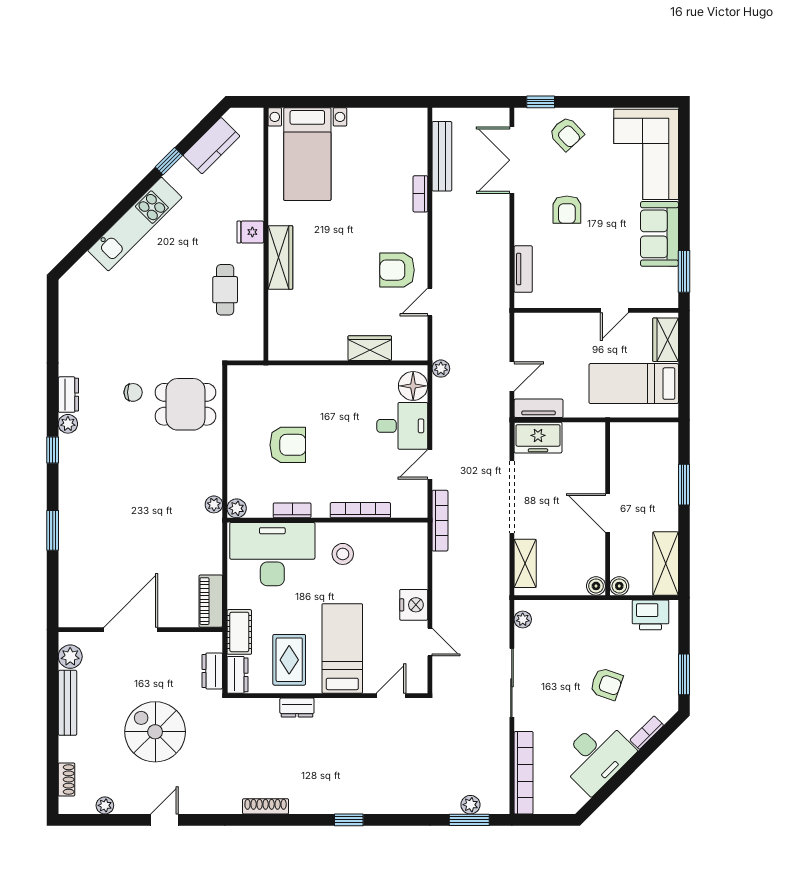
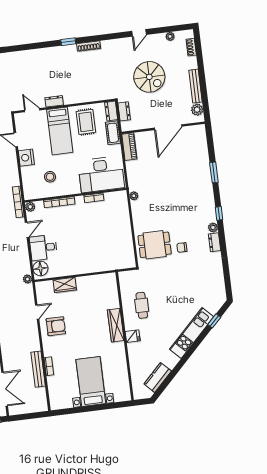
bed with nightstands: (307, 154) -> (91, 381), moved
bench: (442, 156) -> (38, 369), moved
window: (169, 161) -> (214, 321), moved
armchair: (288, 445) -> (100, 231), removed
plant: (237, 508) -> (30, 207), moved
stool: (343, 554) -> (50, 177), moved
door: (391, 696) -> (32, 110), swing flipped
dresser: (297, 707) -> (54, 101), moved
window: (349, 820) -> (68, 42), moved

